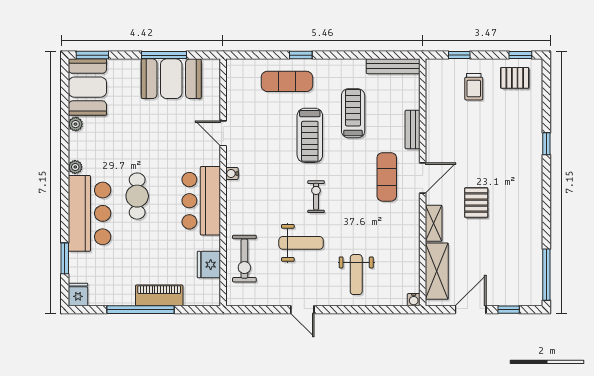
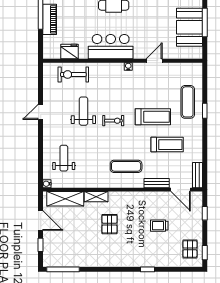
bench: (393, 66) -> (197, 175), width x0.73
trolley: (474, 87) -> (159, 226), moved
treadmill: (310, 135) -> (153, 117), turned 180
door: (423, 178) -> (181, 190), moved
pallet: (476, 203) -> (109, 224), turned 90
weight bench: (301, 243) -> (83, 111), turned 180
weight bench: (356, 275) -> (64, 158), moved, turned 90

